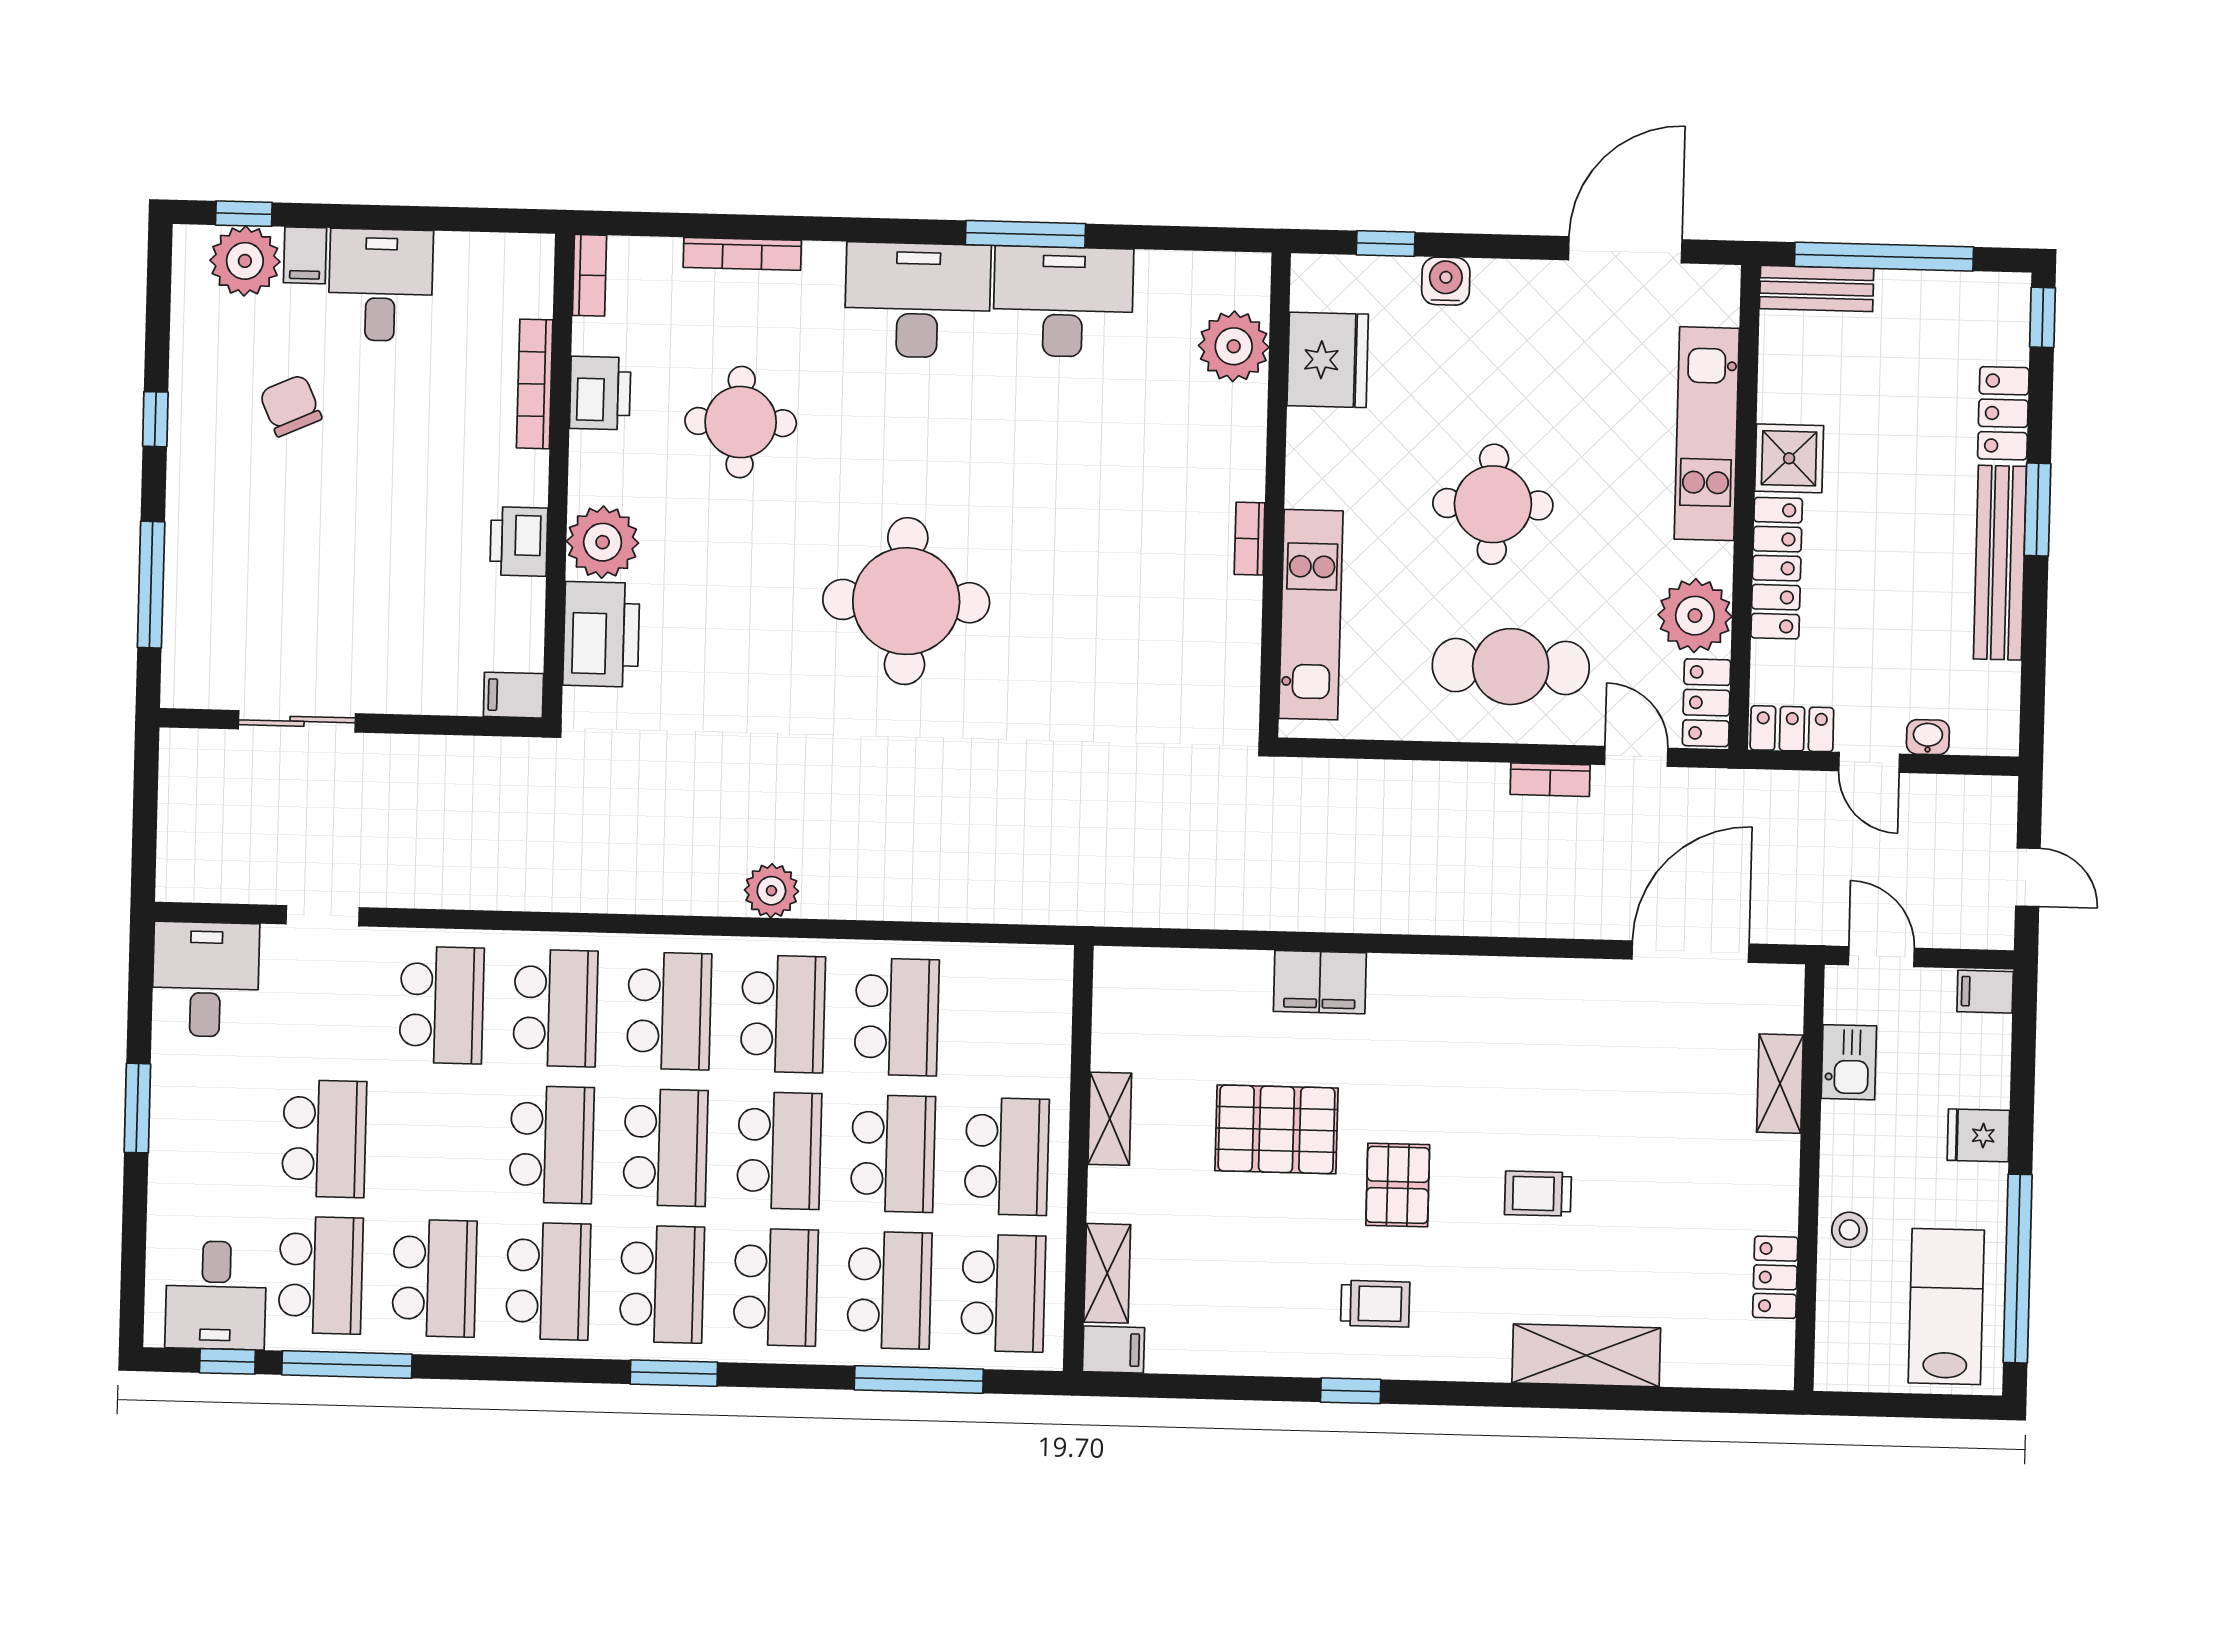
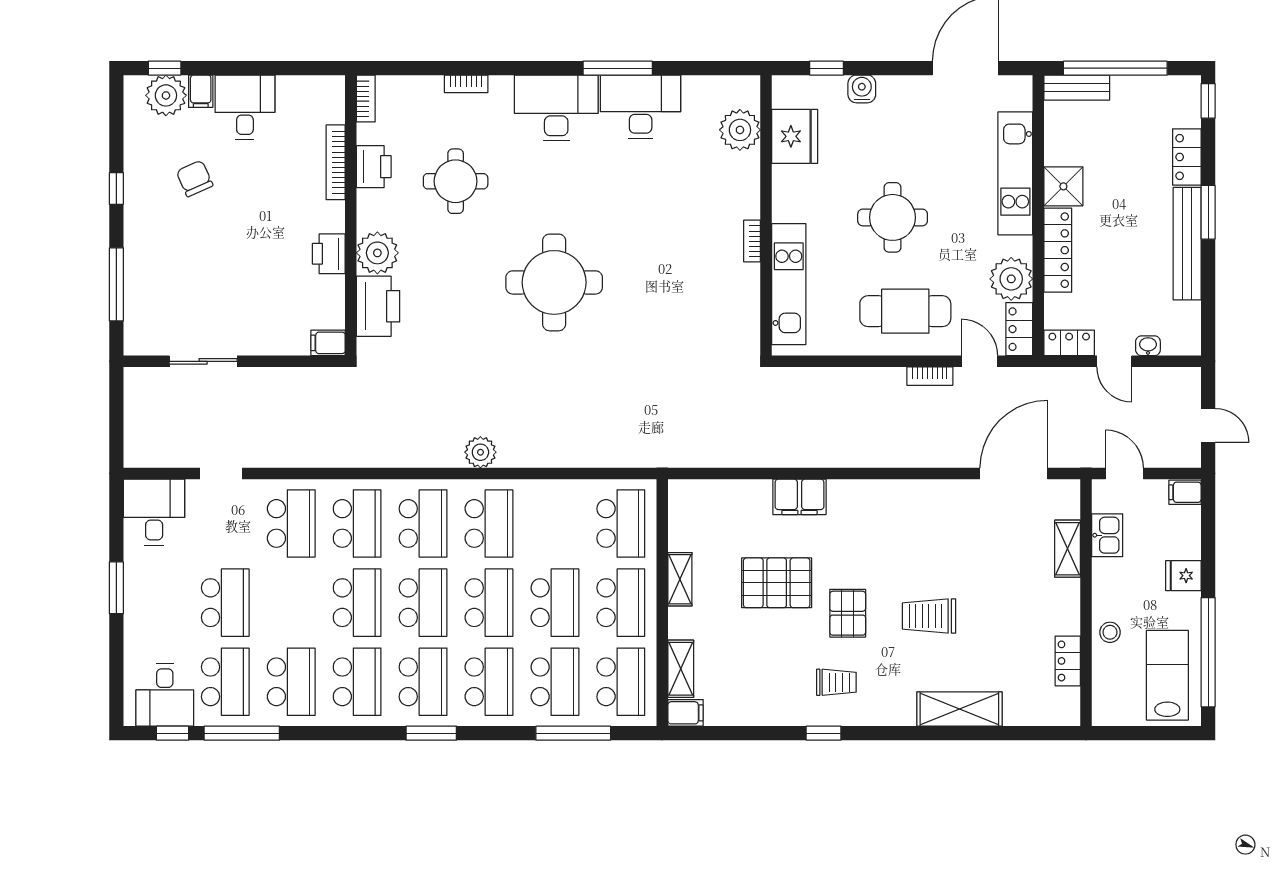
bookcase: (742, 254) -> (466, 84), width x0.64
school desk: (897, 1017) -> (621, 523), moved
trolley: (1538, 1194) -> (929, 616), width x1.36, depth x1.39

